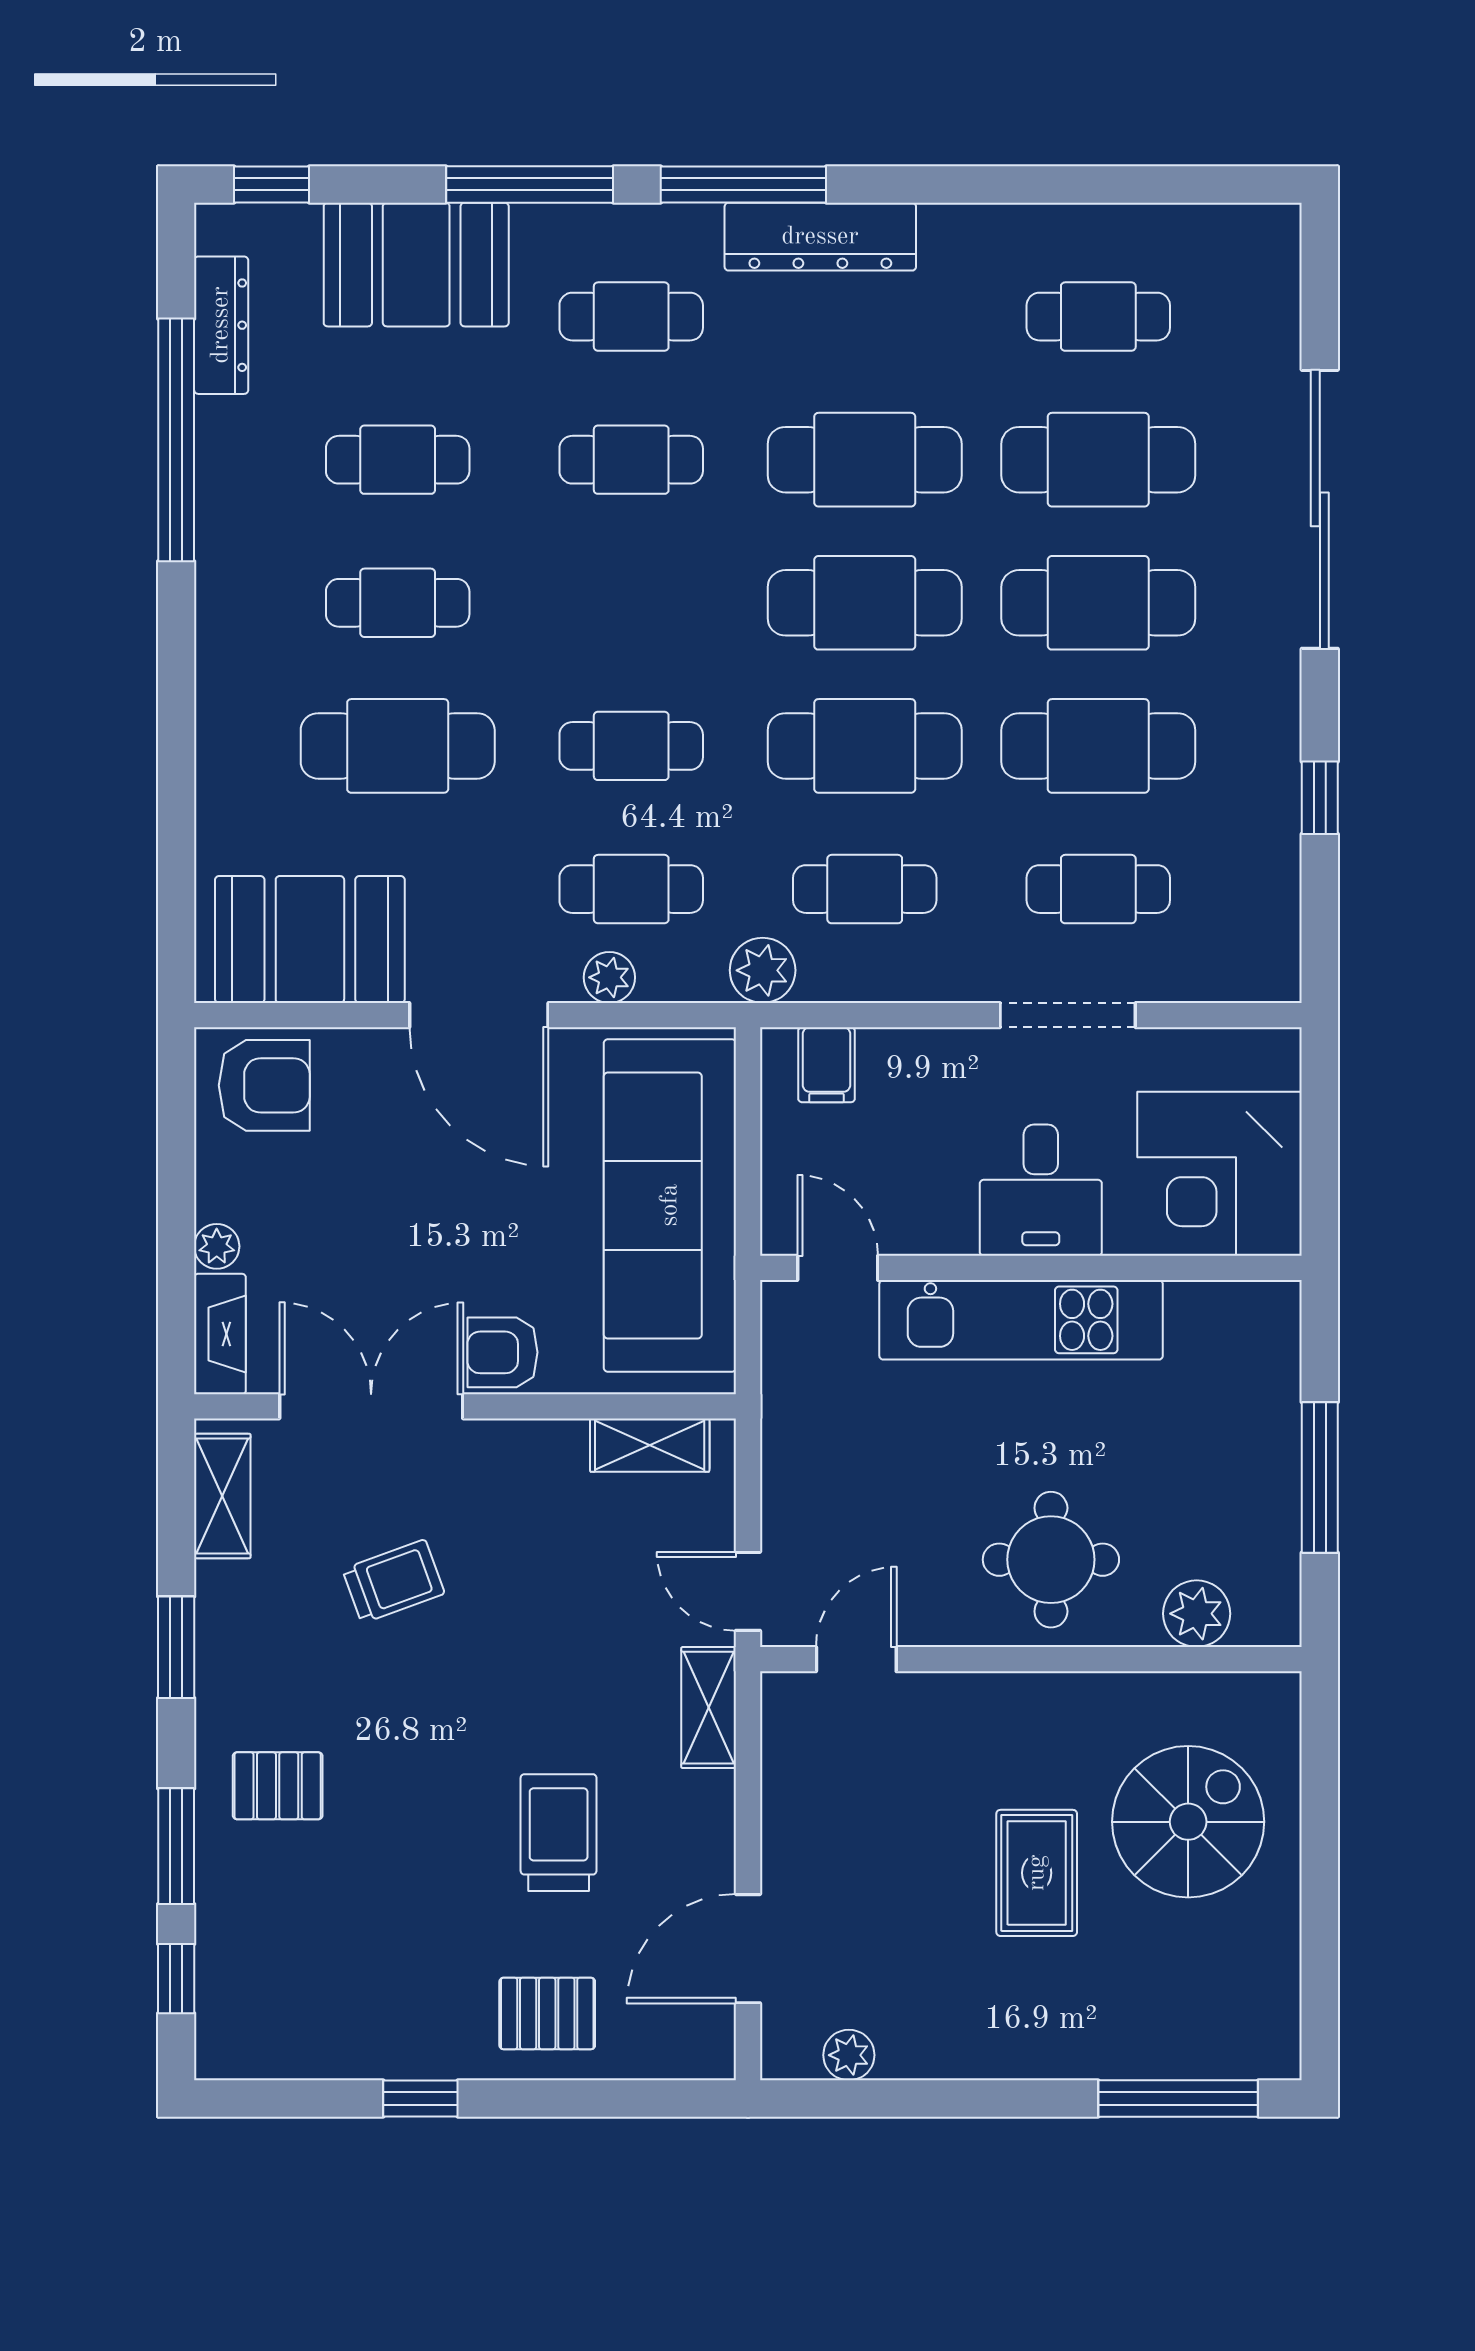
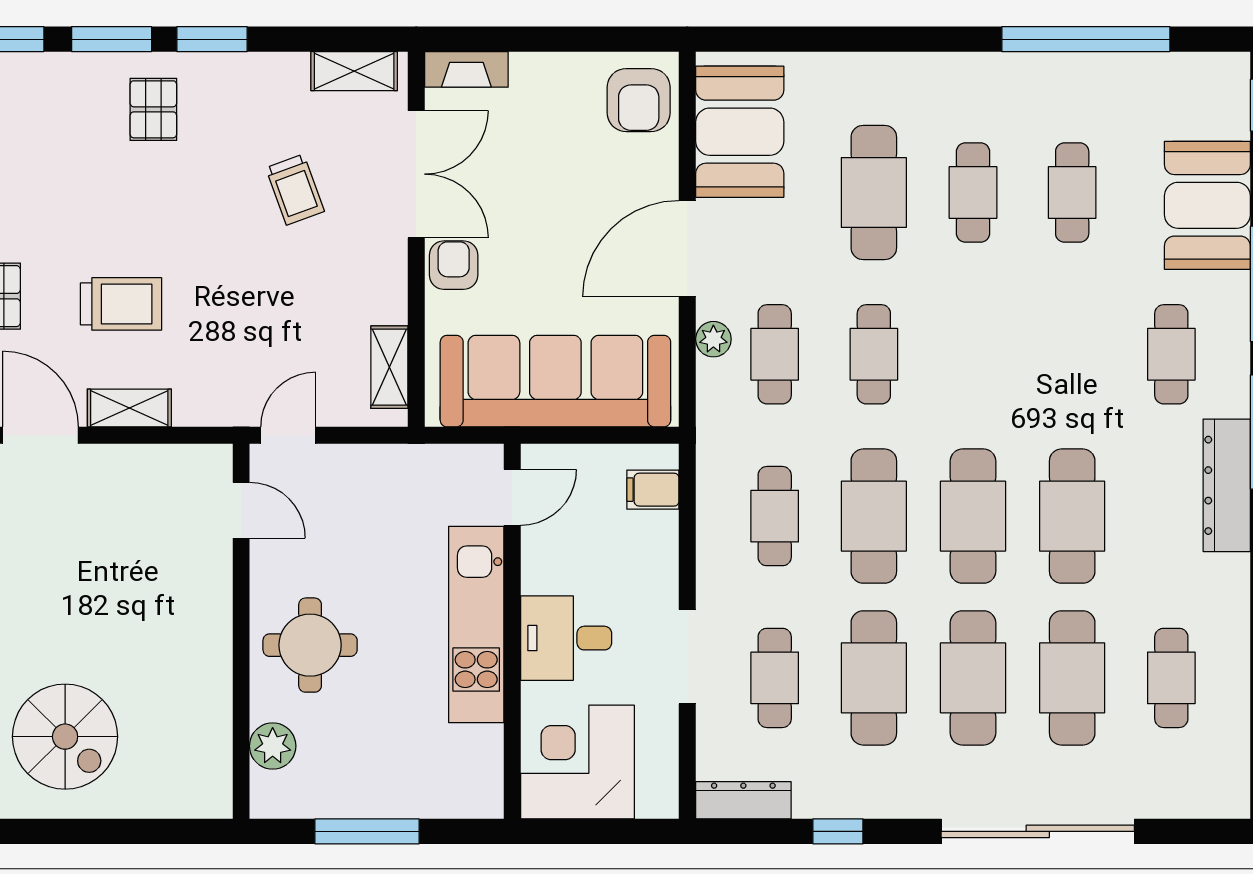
dresser: (221, 325) -> (743, 800), moved, turned 180
cafe table: (631, 460) -> (1072, 354), removed
plant: (763, 970) -> (718, 445), removed
plant: (217, 1246) -> (527, 67), removed
window: (176, 1647) -> (212, 39), moved
shelving: (709, 1708) -> (129, 408), moved
spiral stairs: (1188, 1822) -> (65, 737), moved
rug: (1037, 1873) -> (93, 635), removed

